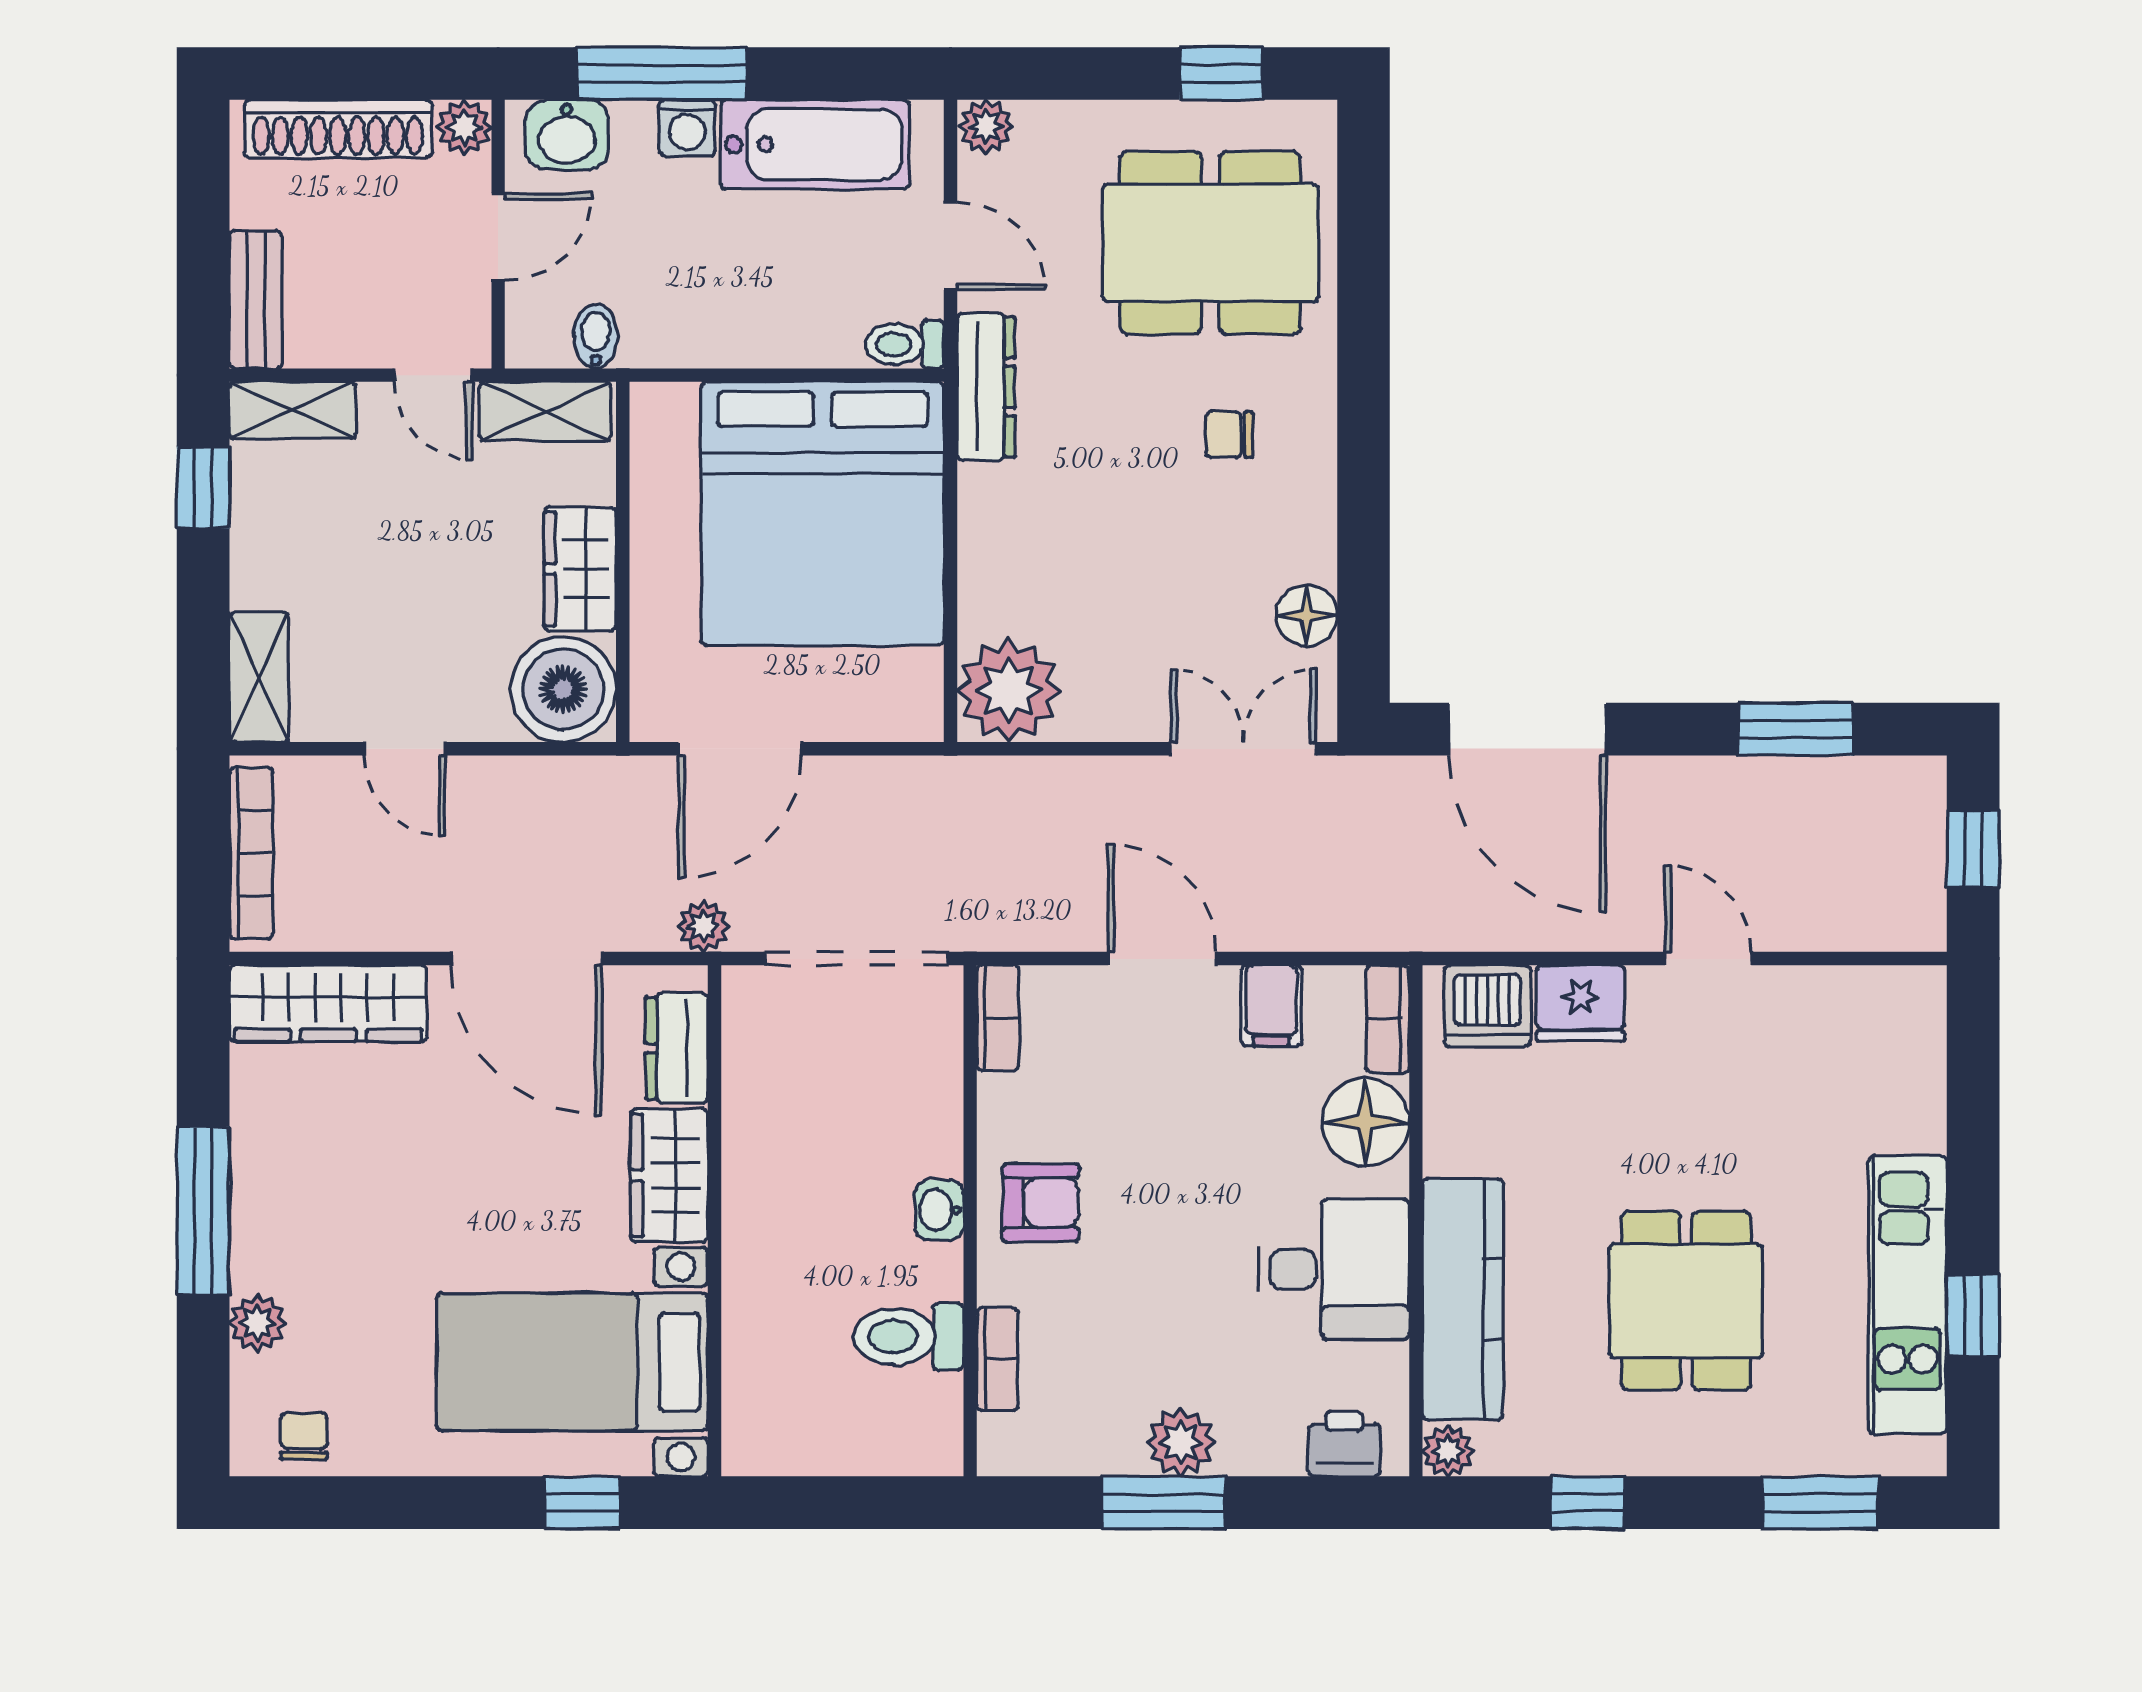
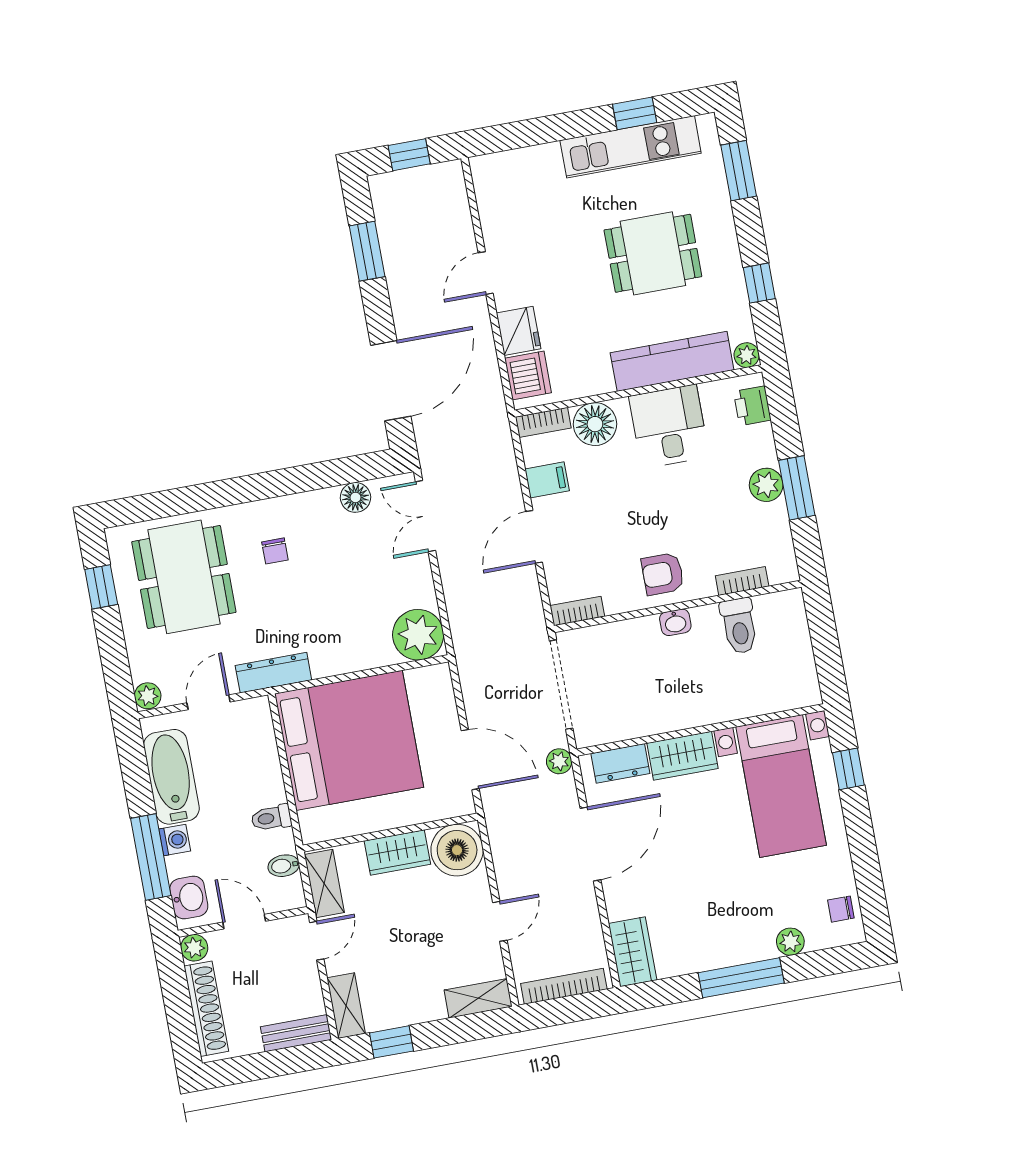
toilet: (905, 344) -> (271, 818), moved, turned 90
wardrobe: (328, 1003) -> (633, 952), width x0.67
armchair: (1041, 1203) -> (663, 574), turned -90

